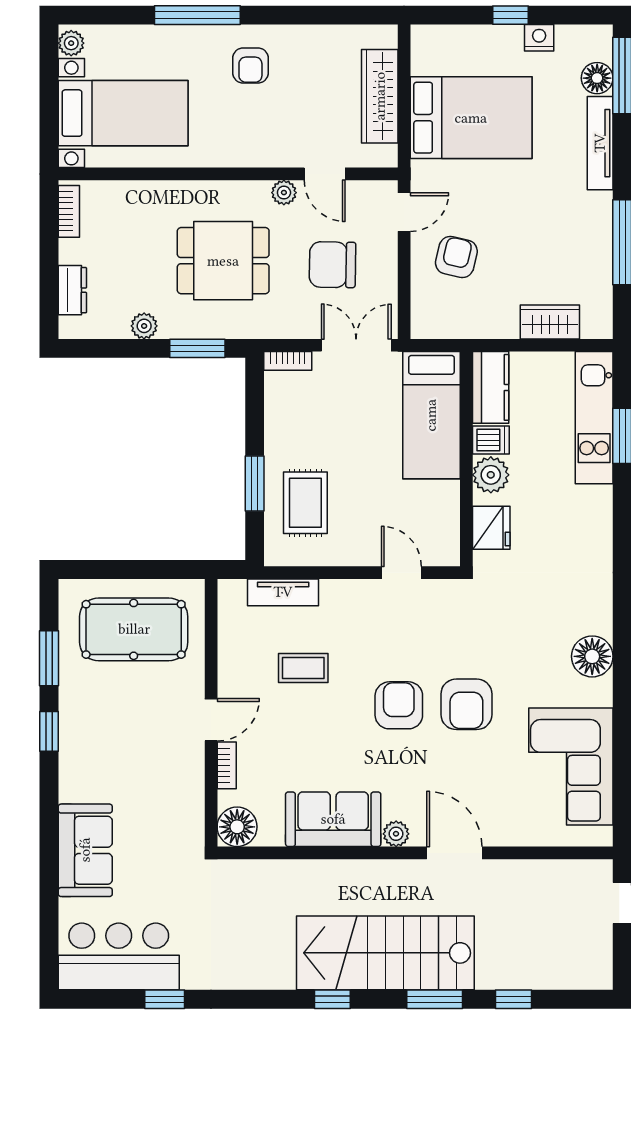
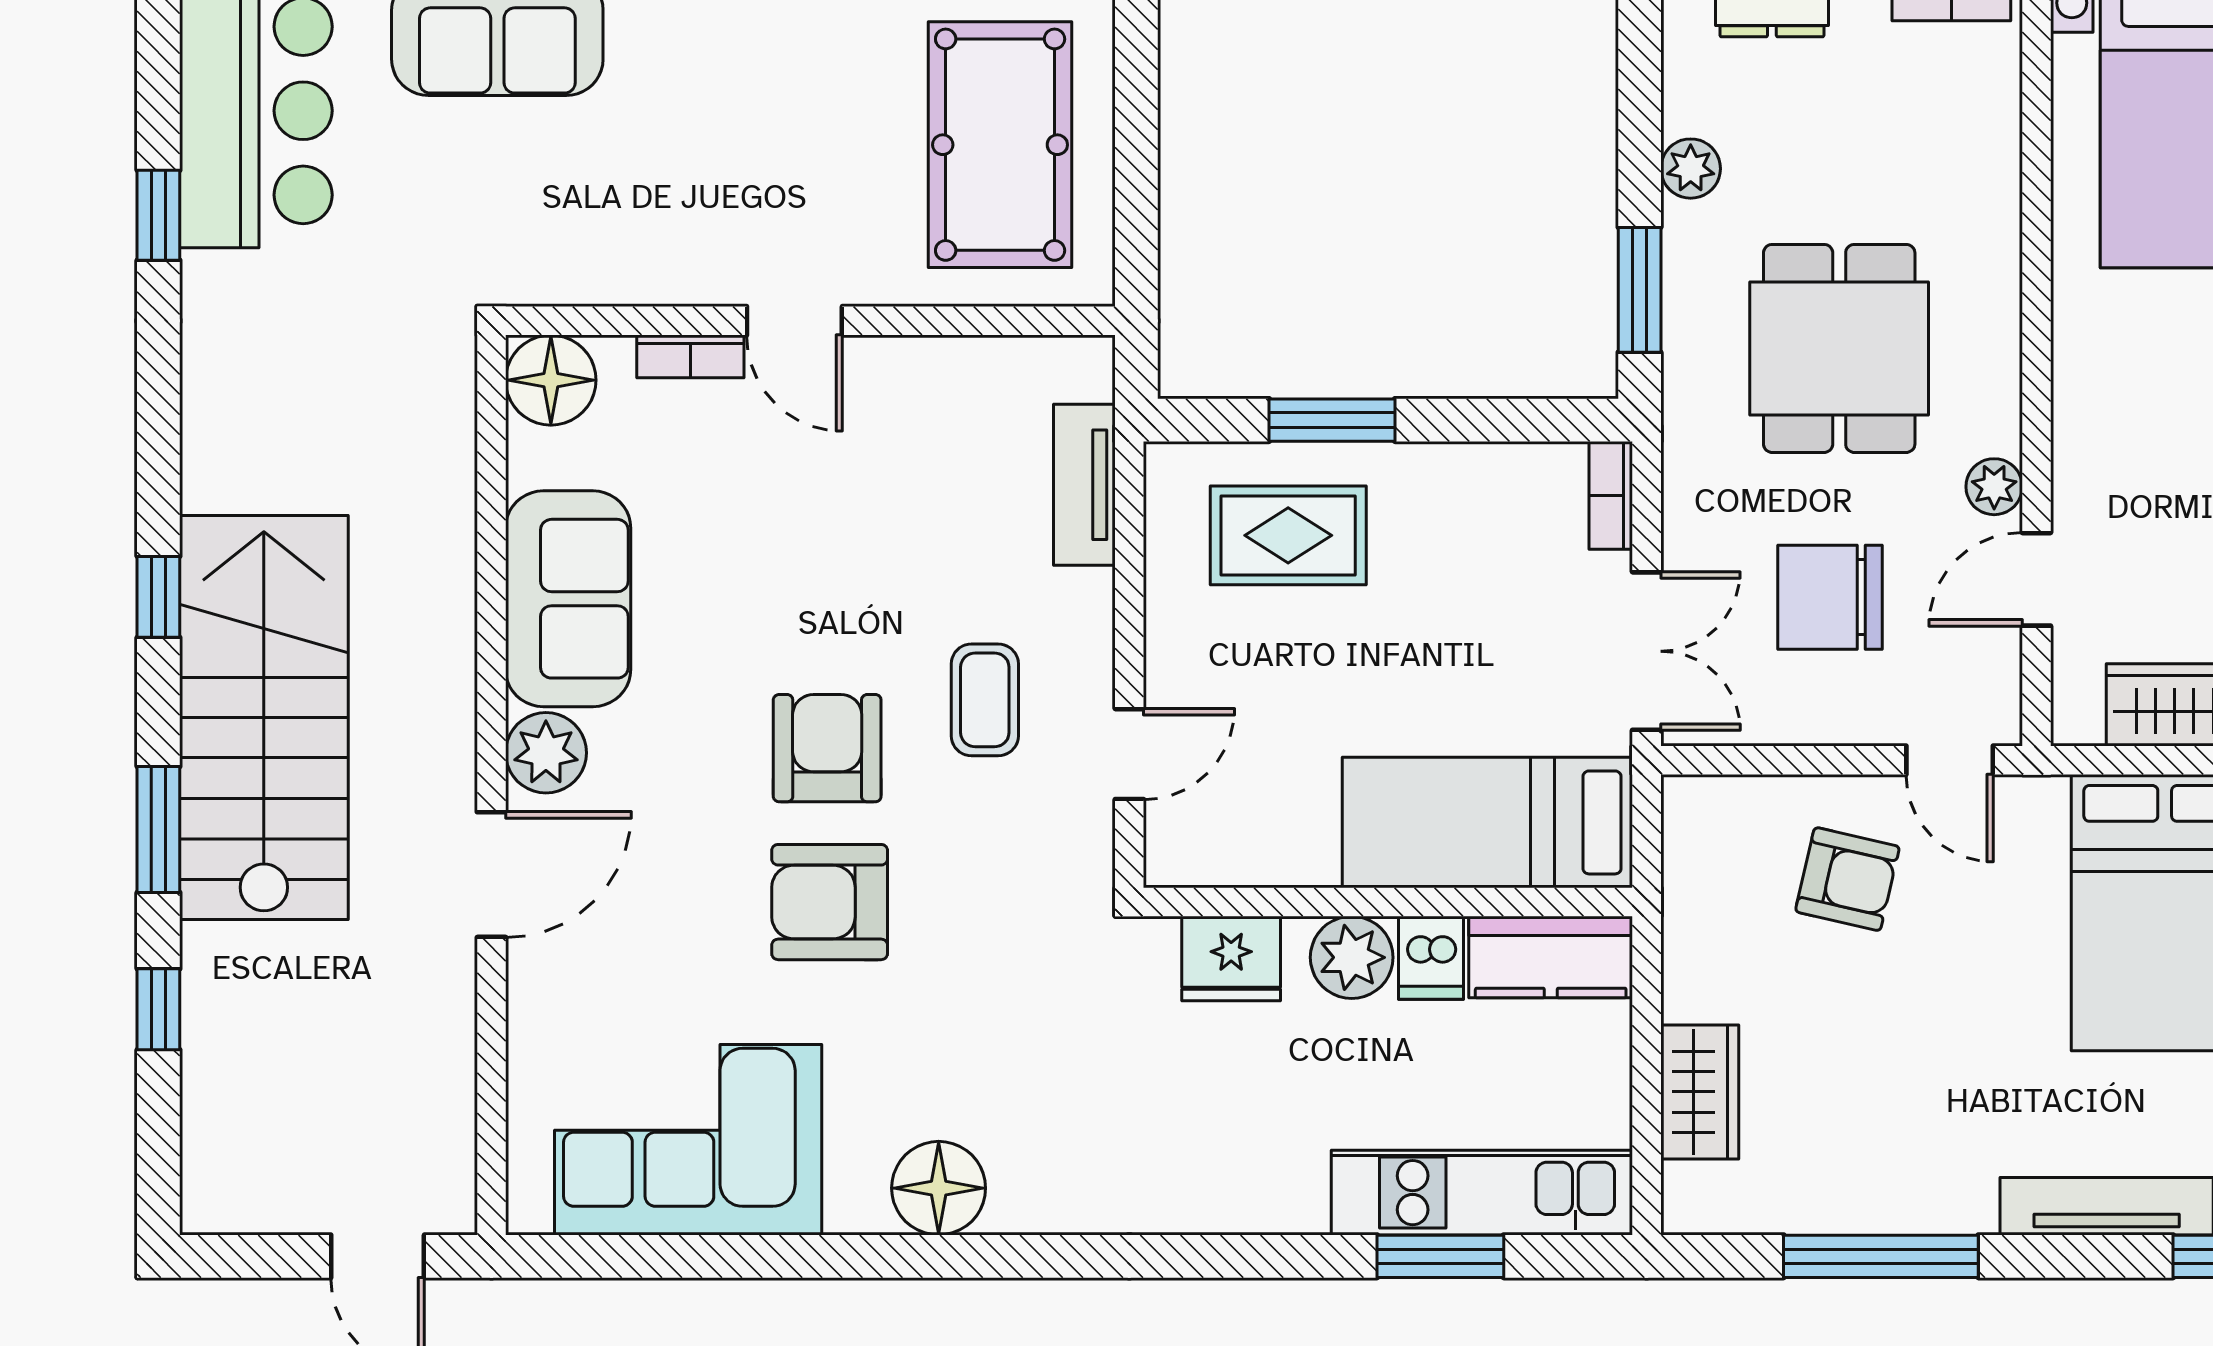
chair: (332, 265) -> (1830, 597), turned -91
coffee table: (303, 668) -> (985, 700), moved
armchair: (399, 705) -> (827, 748), turned -90
plant: (396, 834) -> (546, 753), width x1.38, depth x1.38

